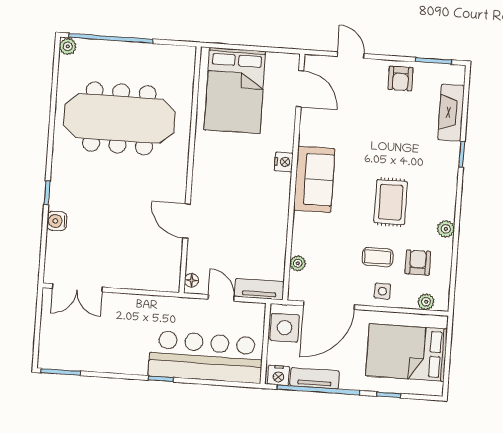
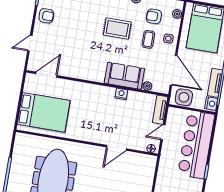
nightstand: (284, 162) -> (121, 94), moved
sofa: (314, 179) -> (124, 76), moved

